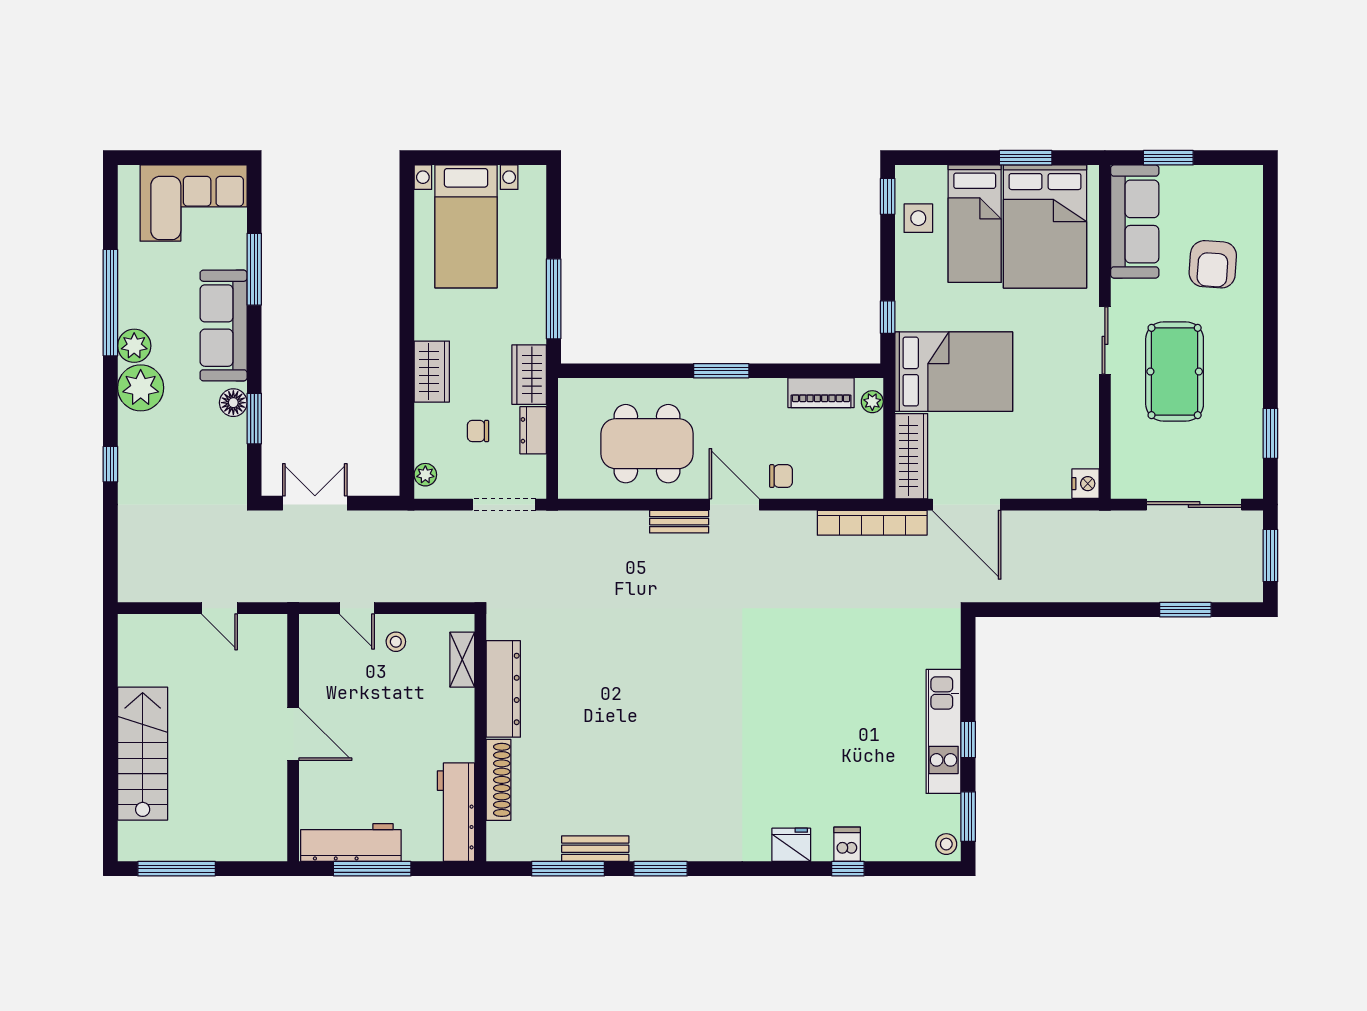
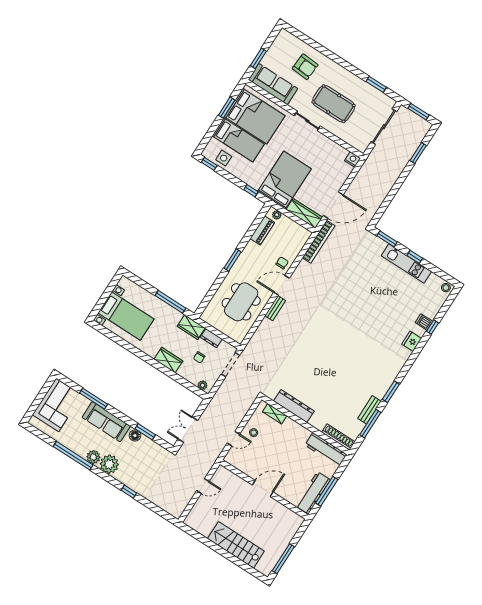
shoe rack: (499, 780) -> (338, 437), moved
window: (968, 817) -> (387, 239), moved

